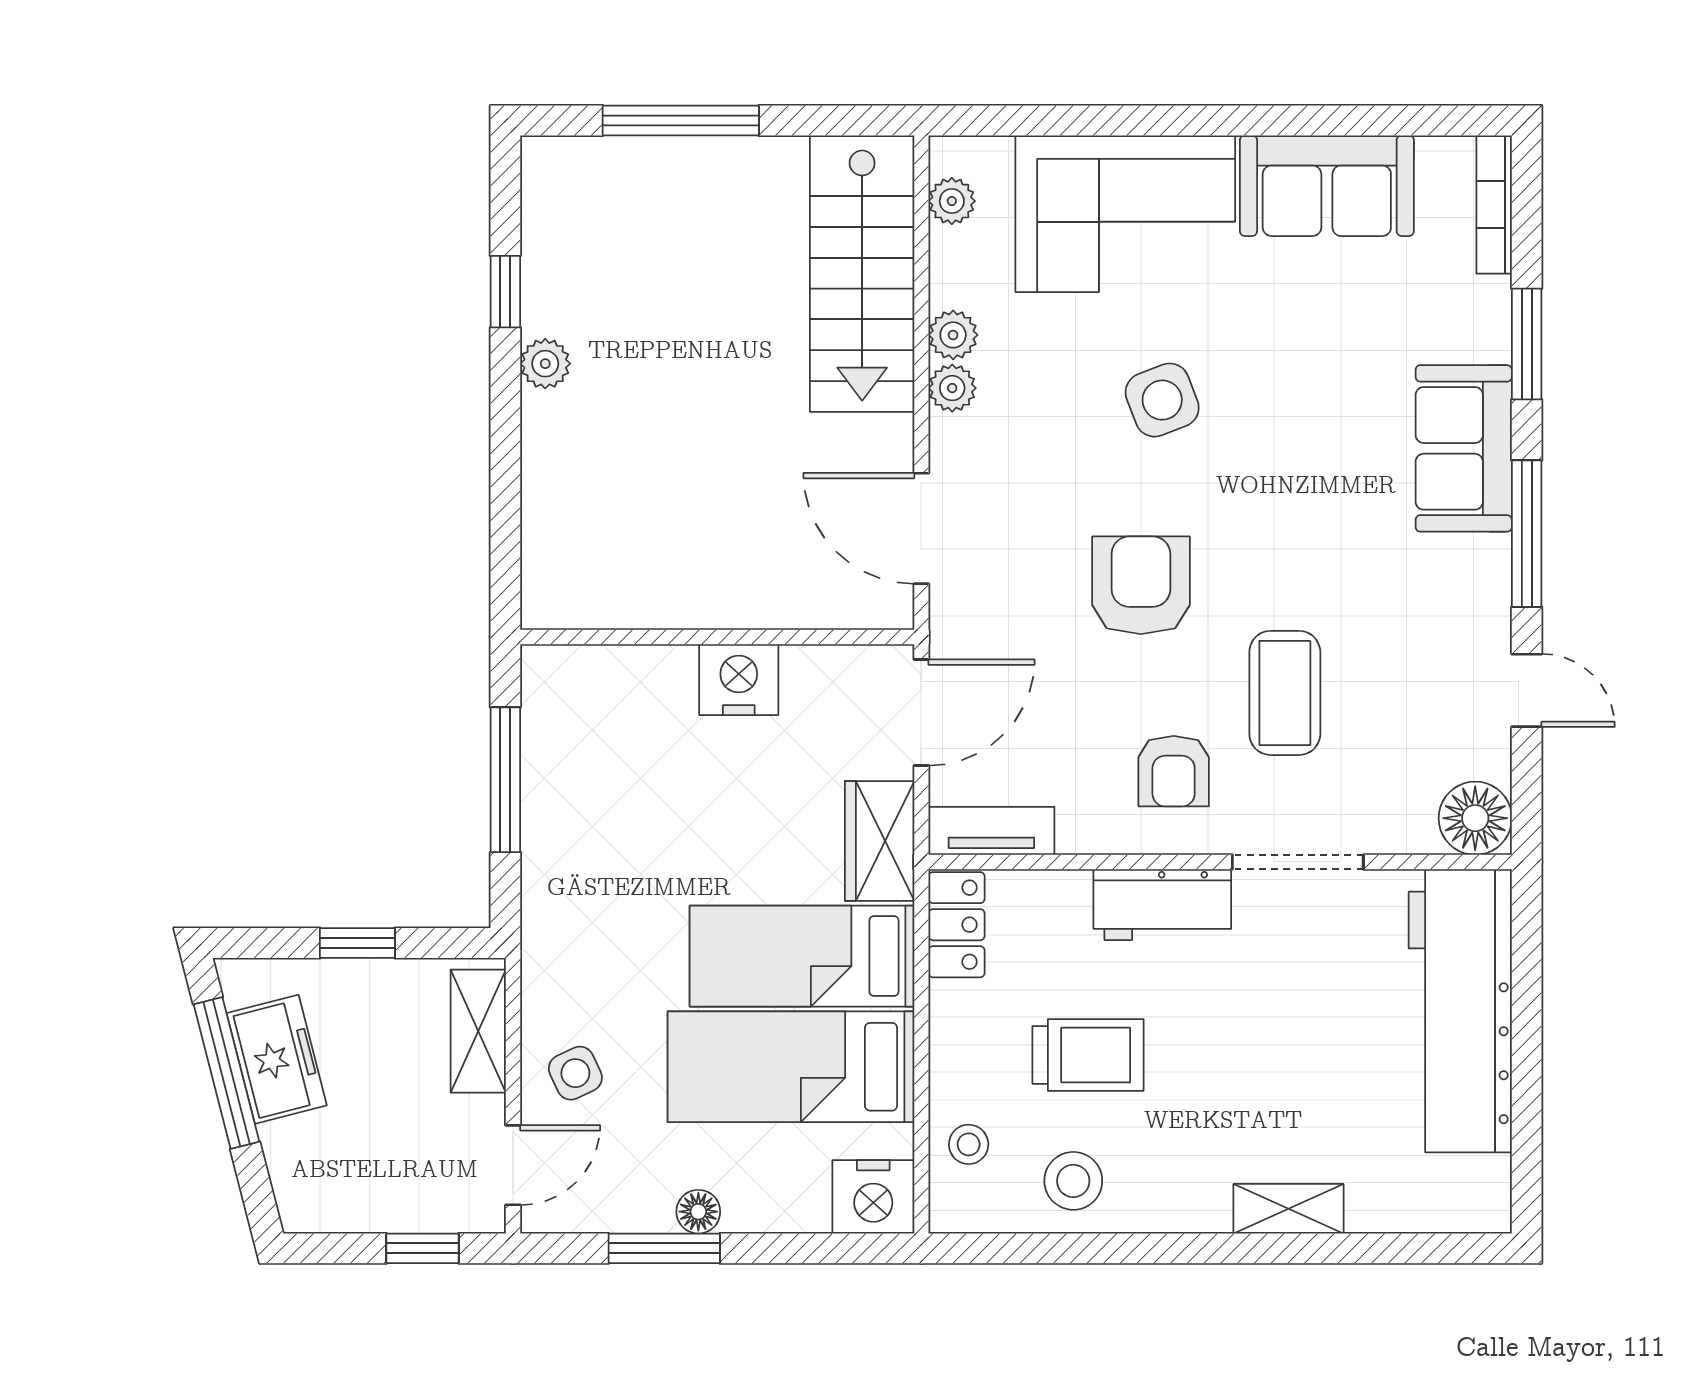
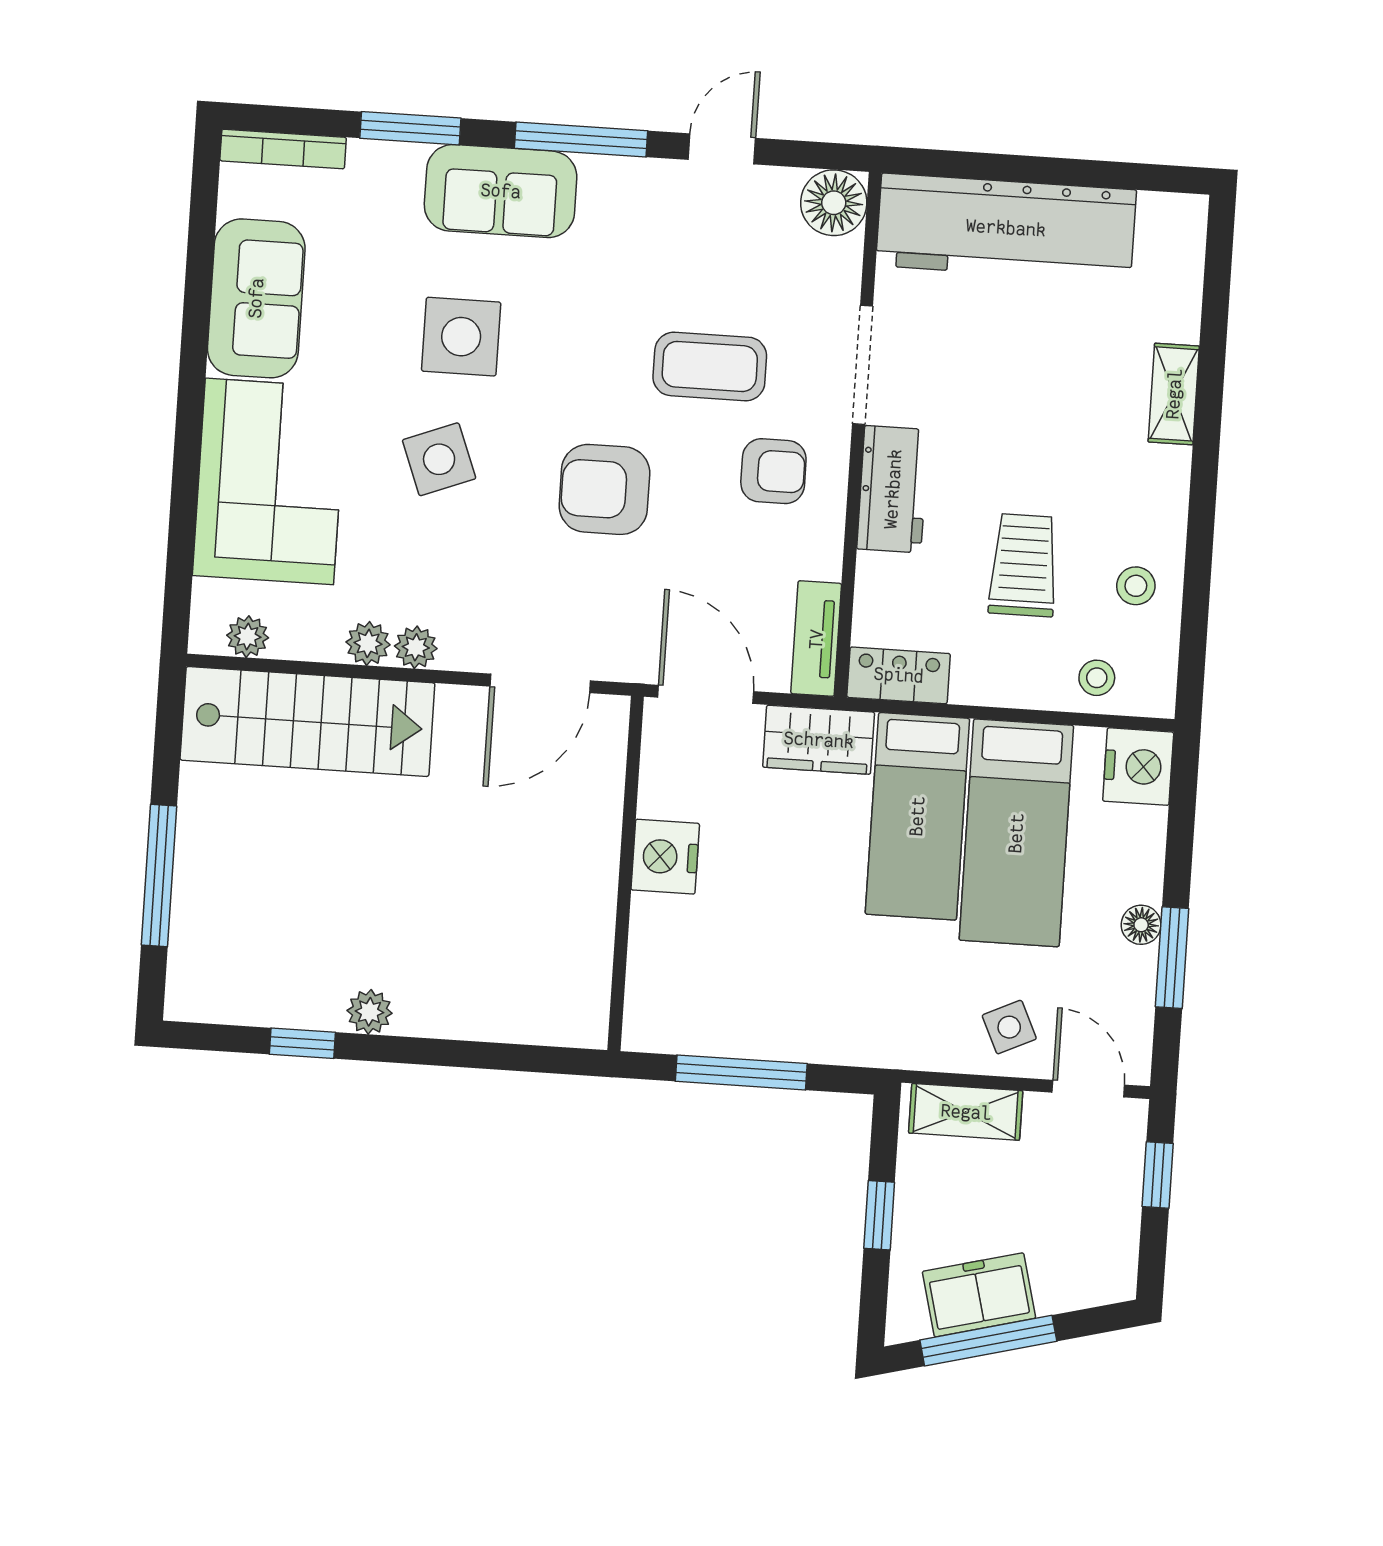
side table: (1300, 415) -> (461, 337), added
stool: (1073, 1181) -> (1136, 586), width x0.73, depth x0.73

